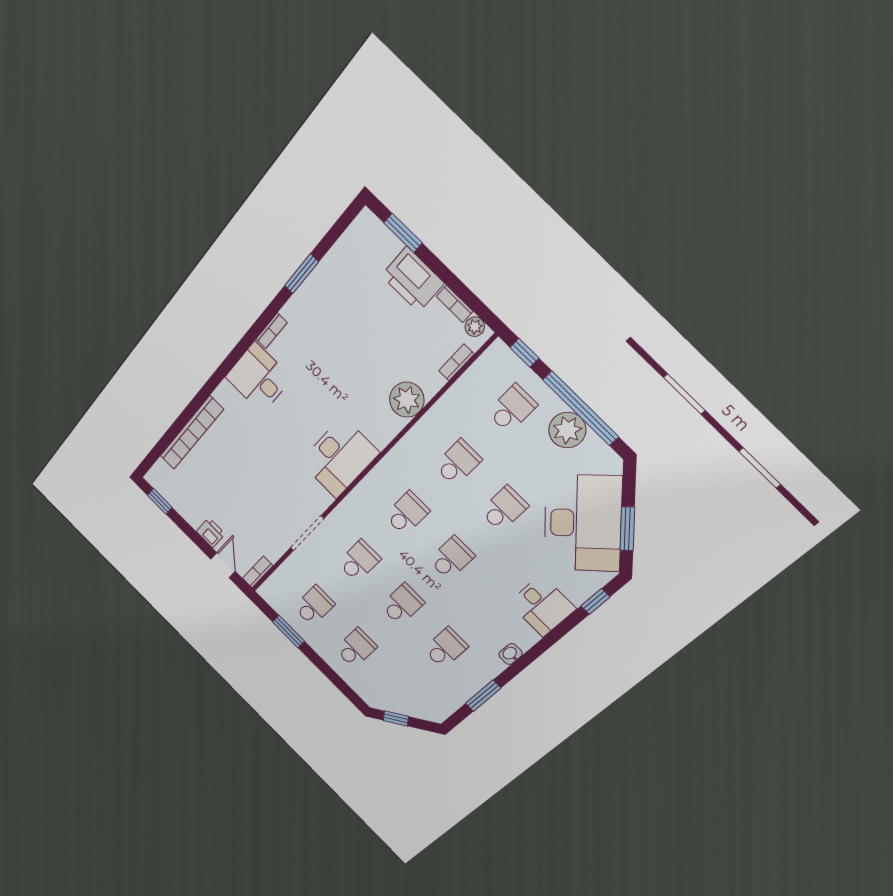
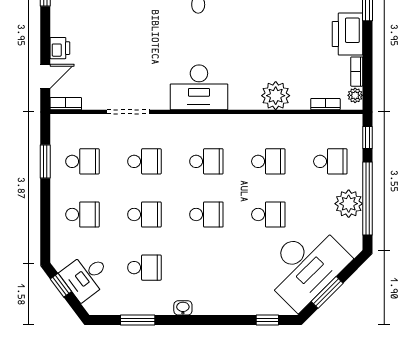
desk: (542, 606) -> (86, 276), moved, turned 53

